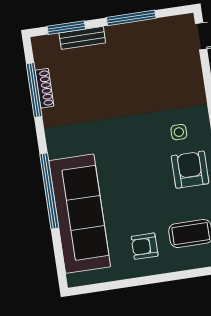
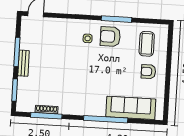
bench: (82, 38) -> (24, 63), moved
sofa: (80, 214) -> (131, 108), width x0.74, depth x0.79
armchair: (145, 246) -> (148, 72), turned 90

